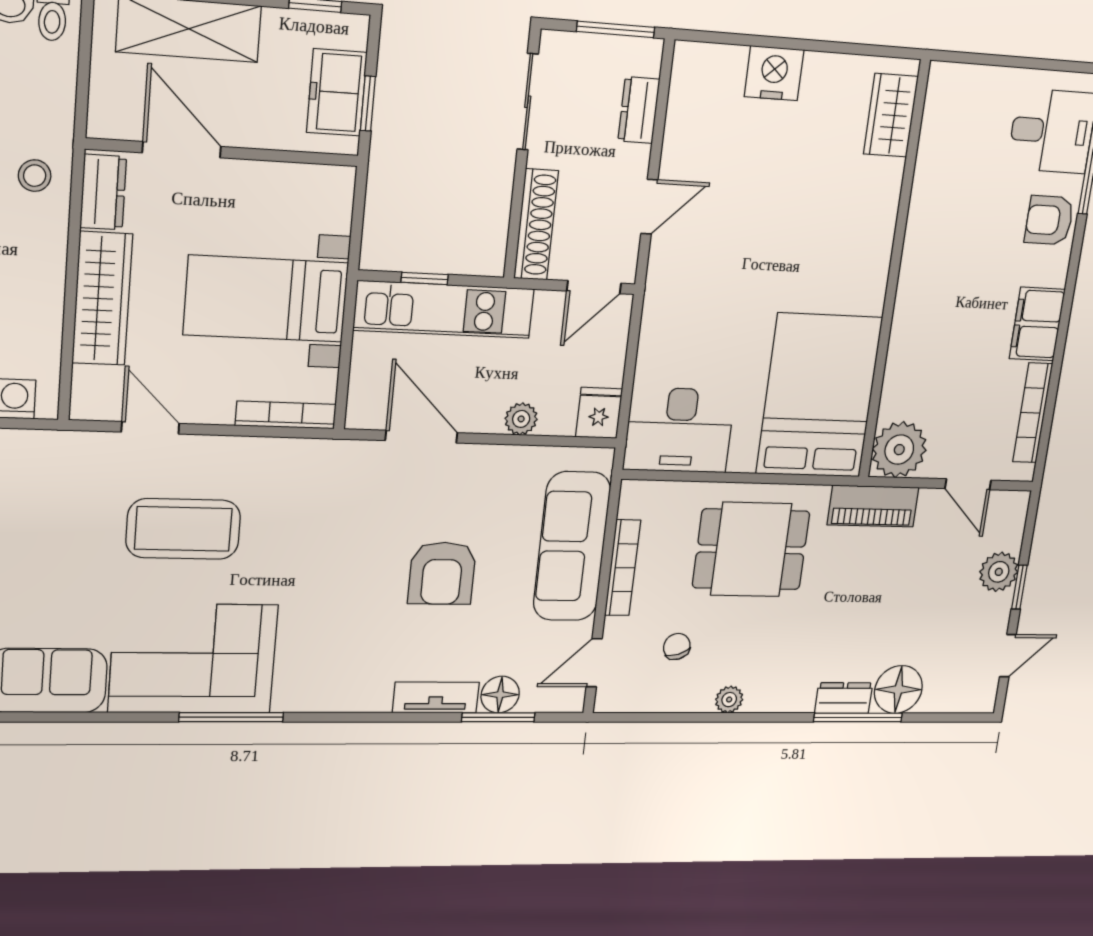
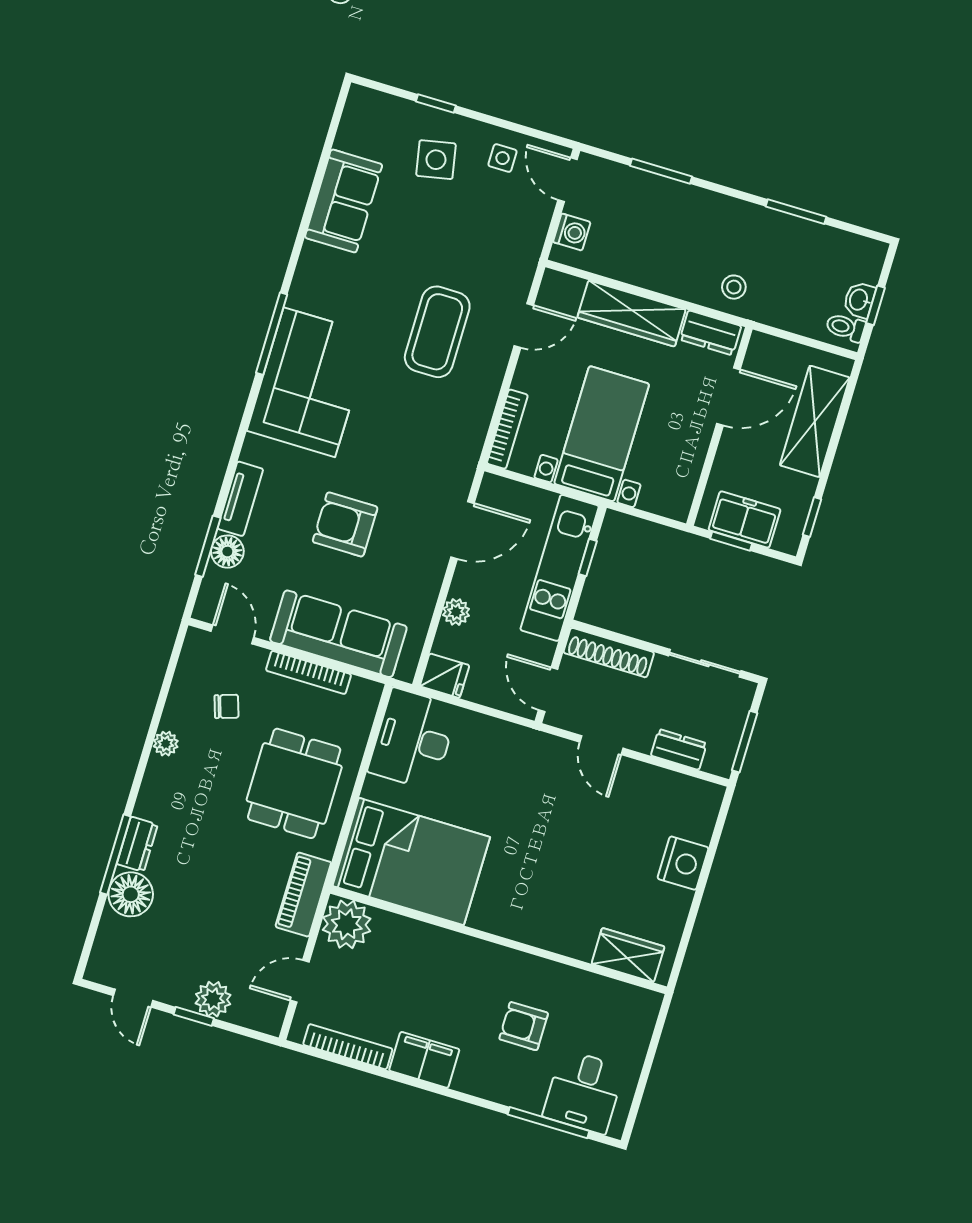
armchair: (1049, 220) -> (524, 1026), moved, turned -90
corner sofa: (193, 659) -> (309, 382), moved

